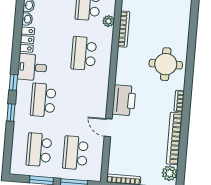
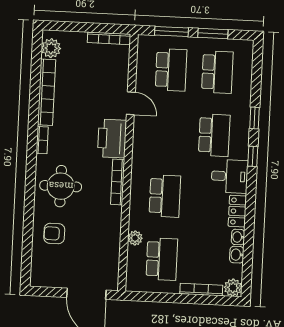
armchair: (172, 27) -> (54, 234), added
bookcase: (124, 29) -> (118, 182), moved

